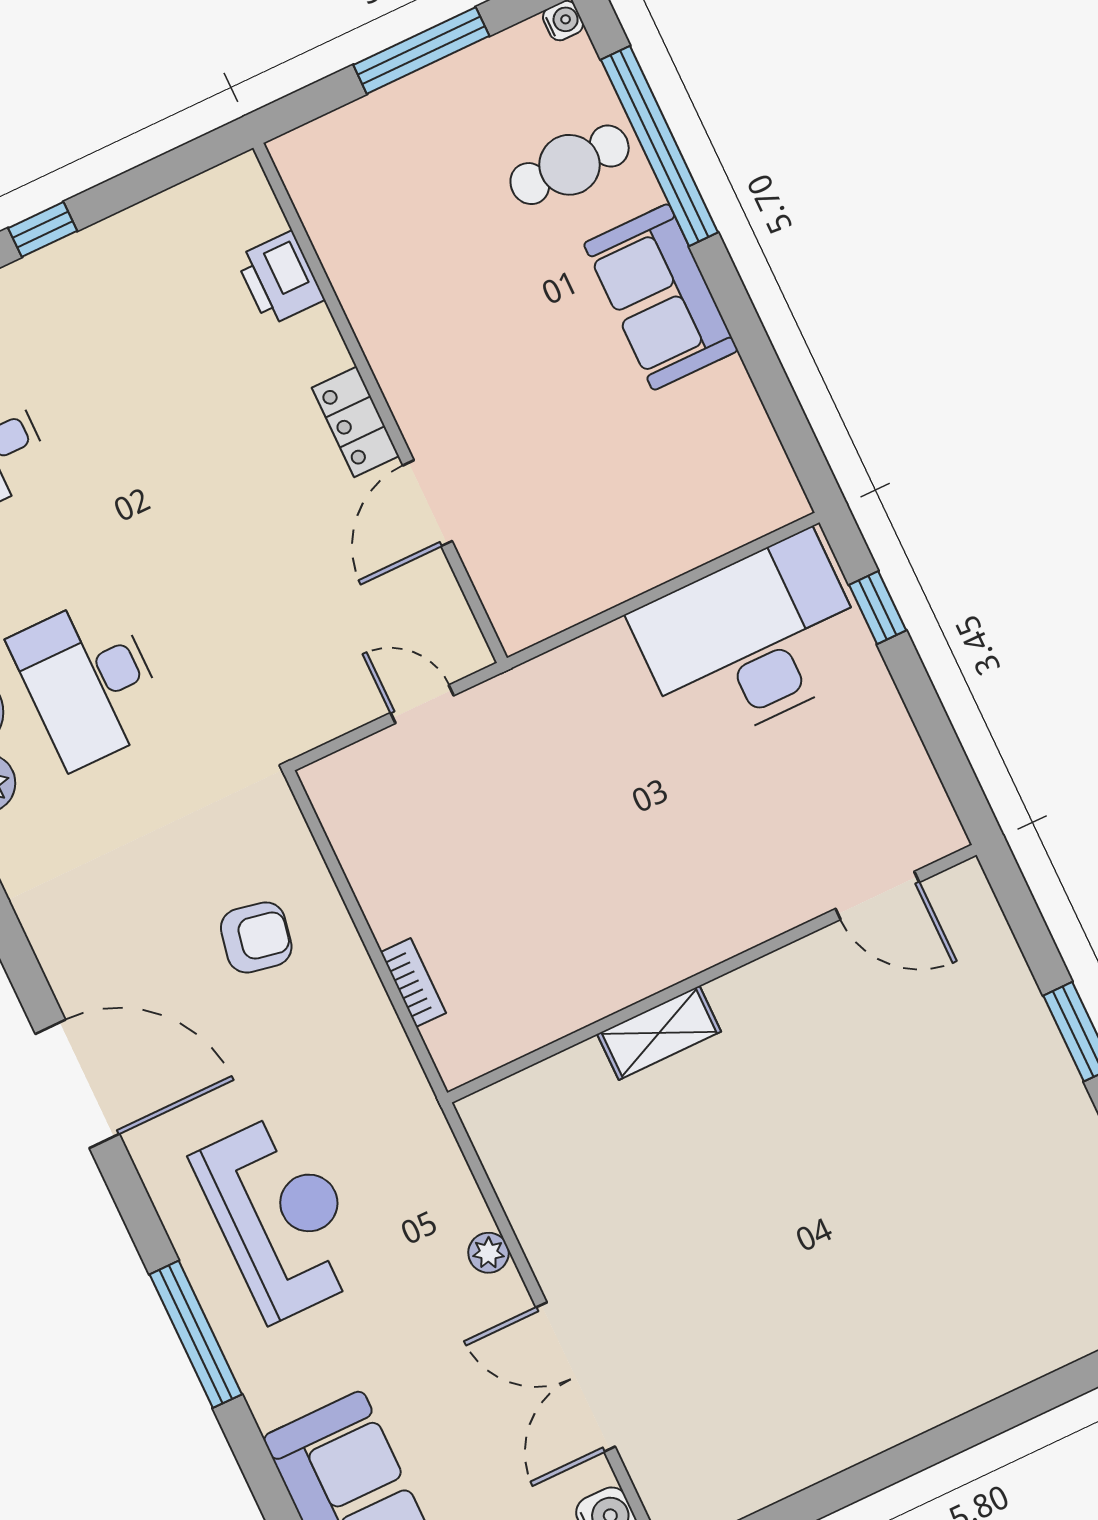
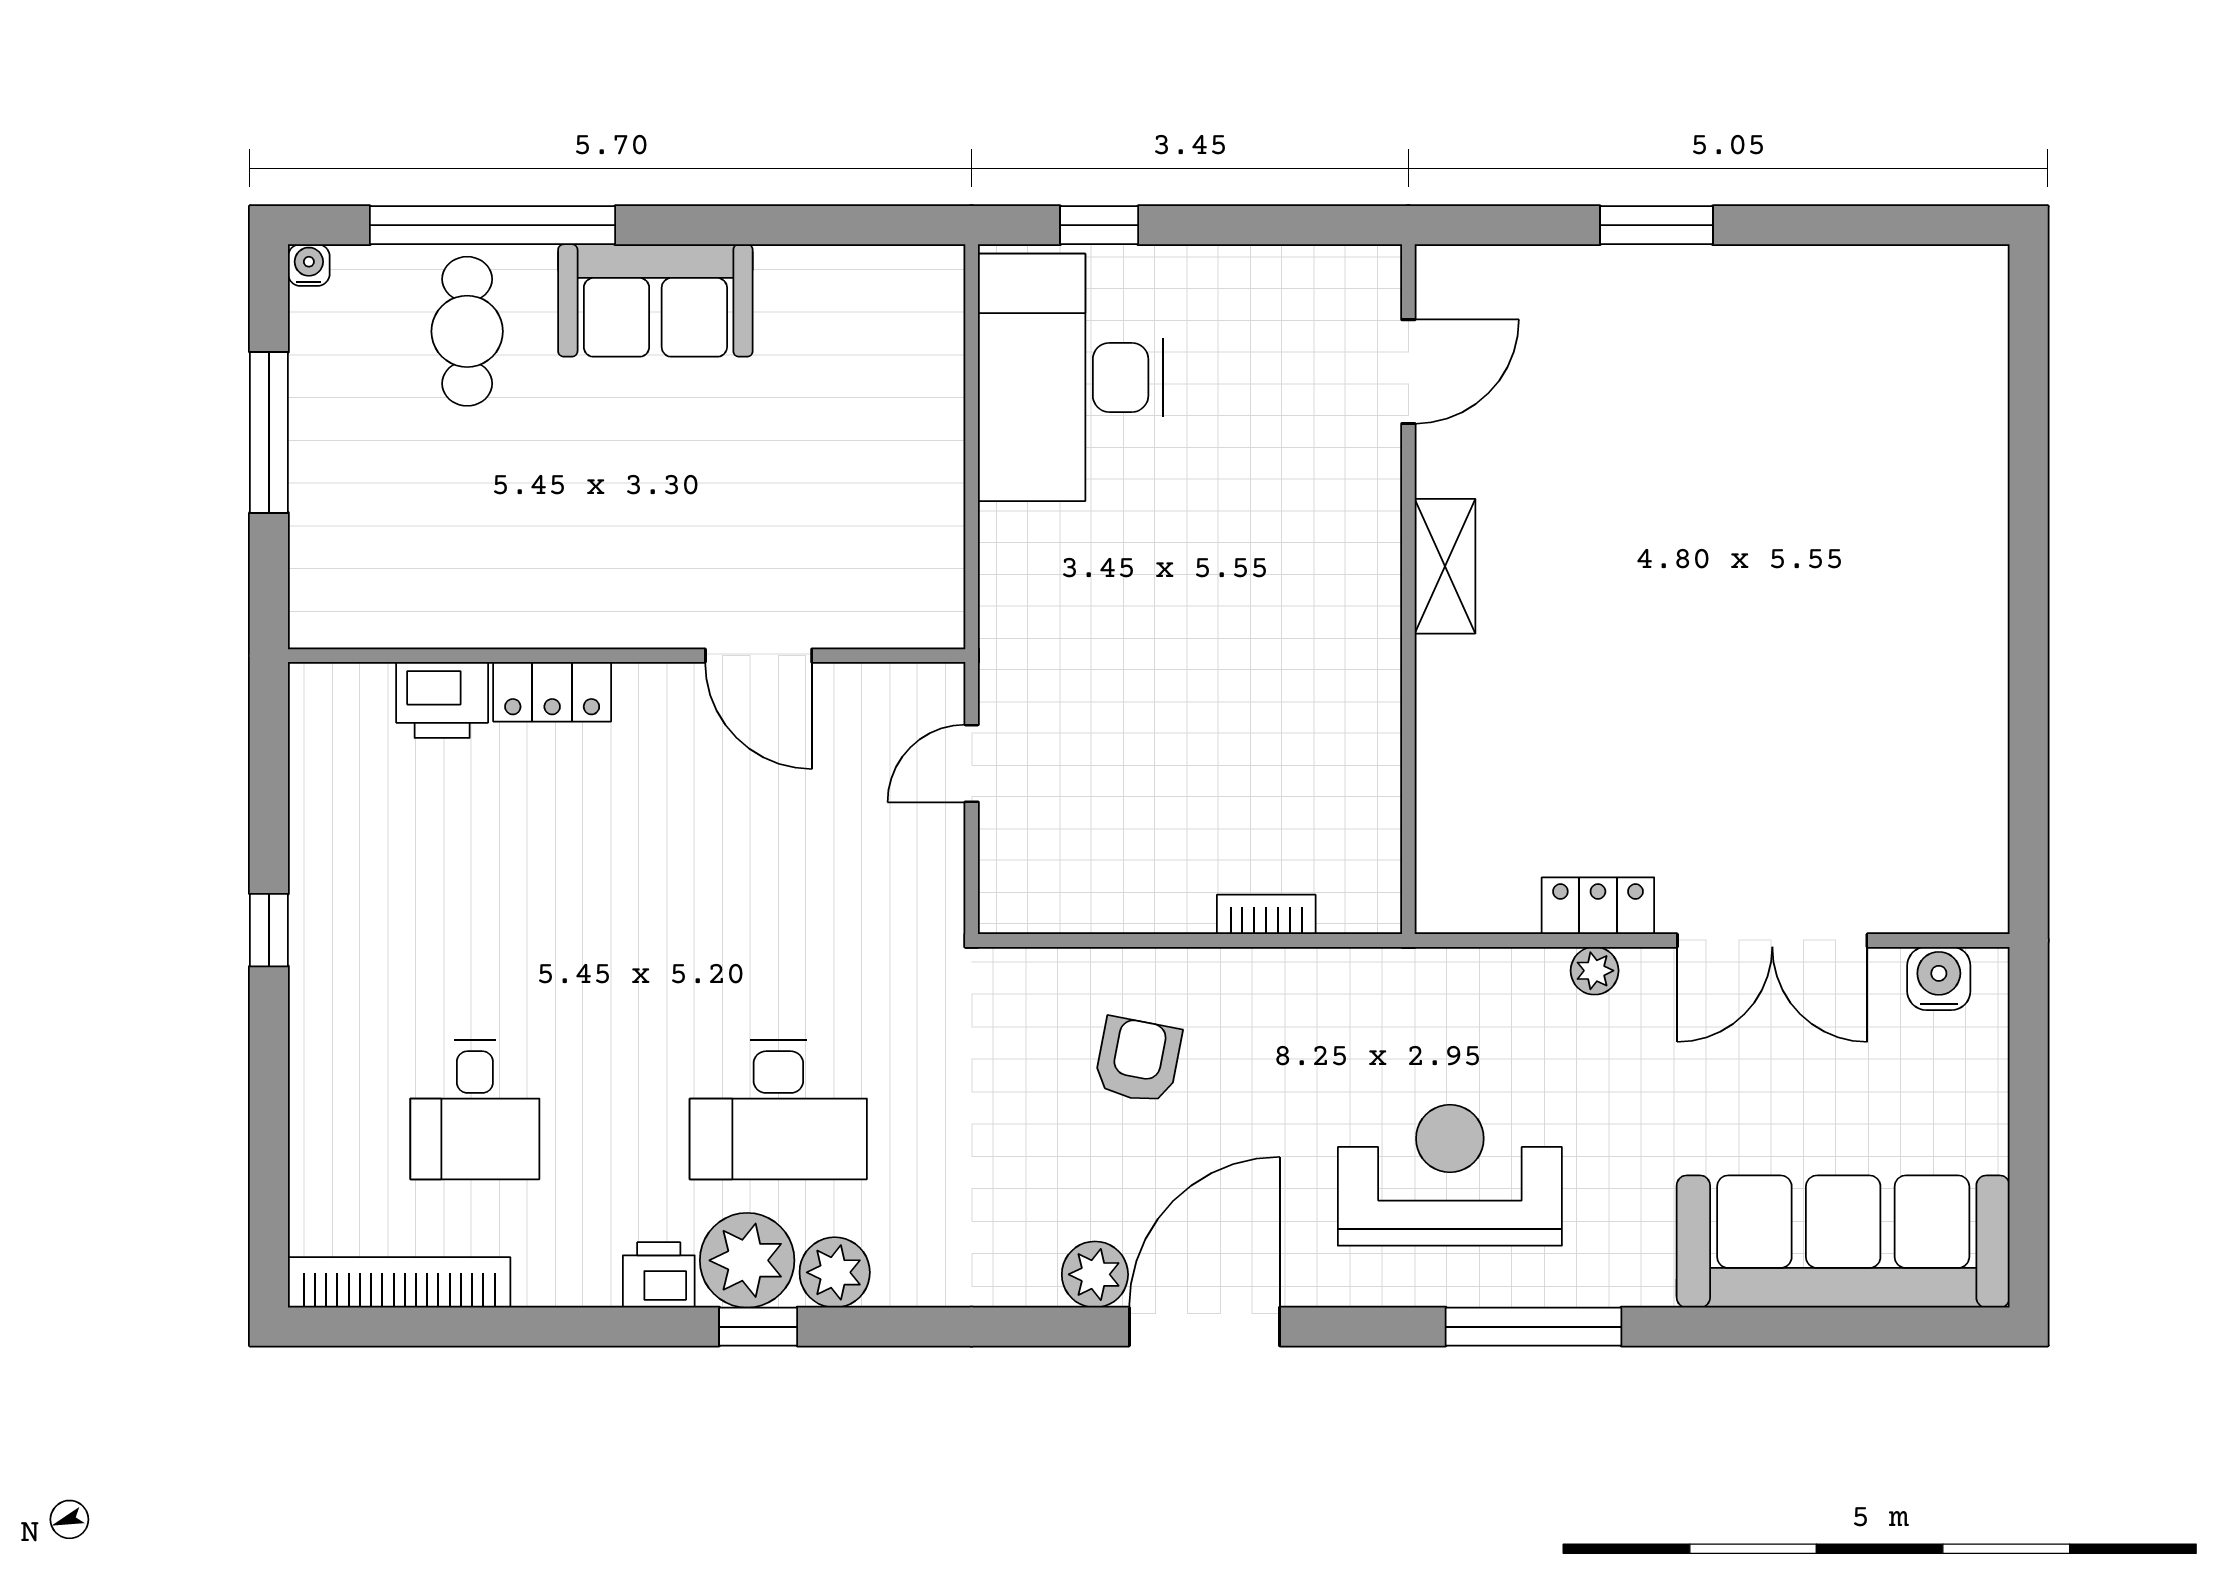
locker: (355, 422) -> (552, 692), moved
plant: (78, 982) -> (1095, 1274), added
shelving: (659, 1033) -> (1445, 566), moved
locker: (539, 1232) -> (1598, 906), added

